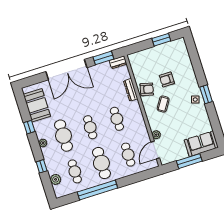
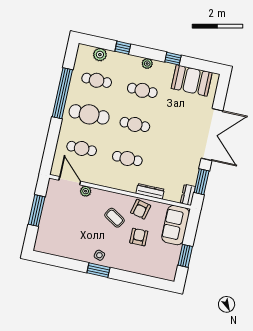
double door: (66, 70) -> (212, 135), swing flipped
cafe table: (63, 136) -> (142, 90), width x0.73, depth x0.74
sofa: (201, 144) -> (176, 225), moved, turned 180

